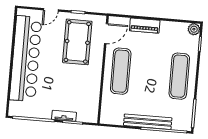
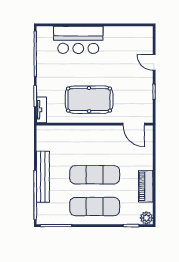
piano: (145, 26) -> (146, 186), moved
pool table: (77, 42) -> (89, 100), moved
bar counter: (26, 59) -> (78, 40), width x0.54
exercise mat: (121, 71) -> (95, 175), moved
tv unit: (64, 116) -> (41, 110), moved

